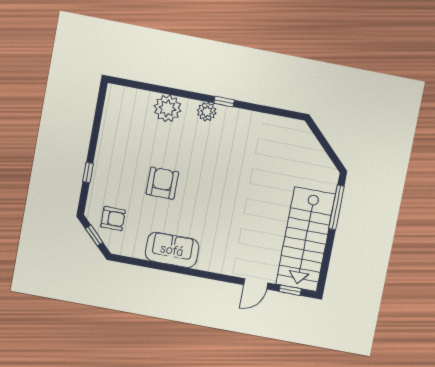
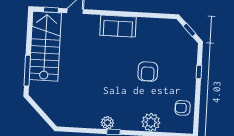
plant: (207, 112) -> (107, 123), moved
armchair: (113, 219) -> (183, 108), moved
sofa: (172, 250) -> (118, 26), moved

